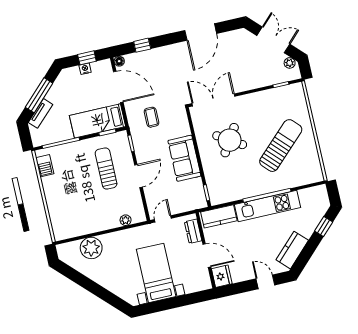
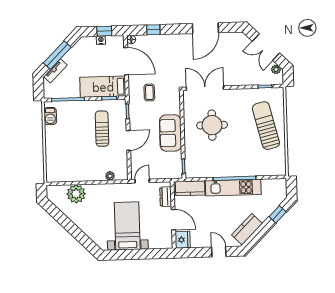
double door: (273, 40) -> (266, 47), swing flipped
round table: (230, 140) -> (212, 125), turned -32
sun lounger: (281, 146) -> (266, 126), moved, turned -60

